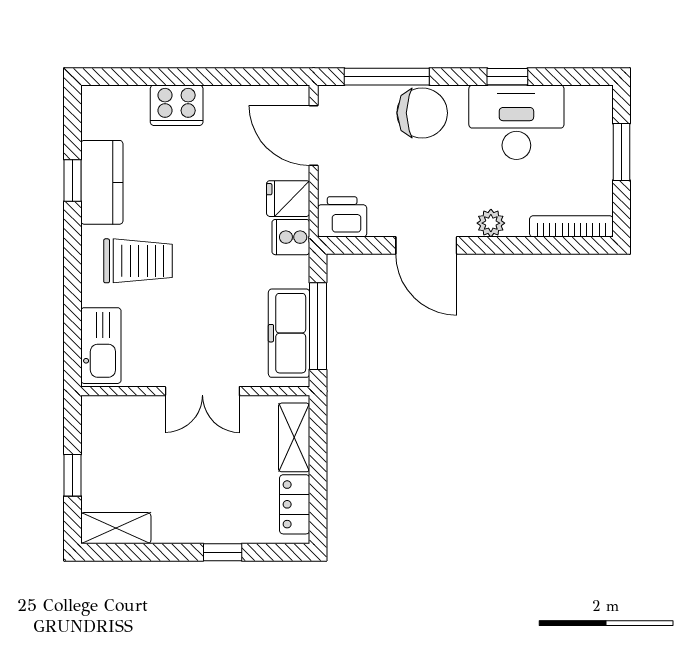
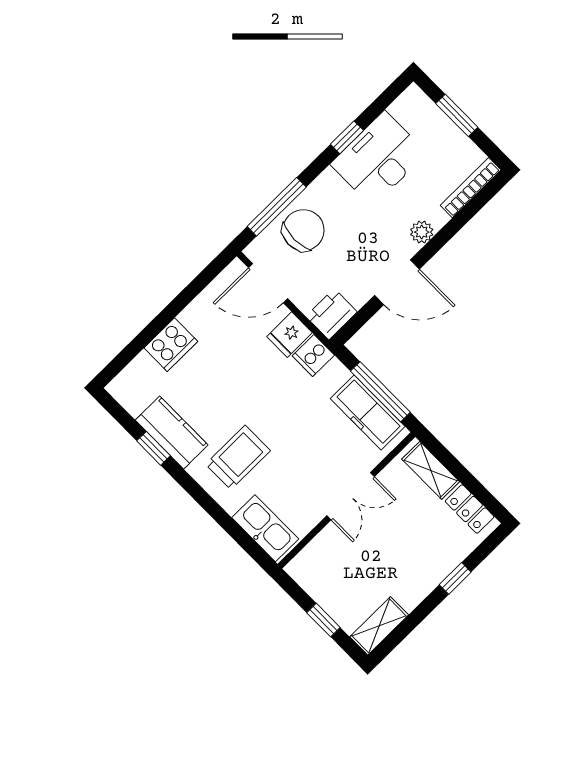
chair: (422, 113) -> (303, 230), moved

